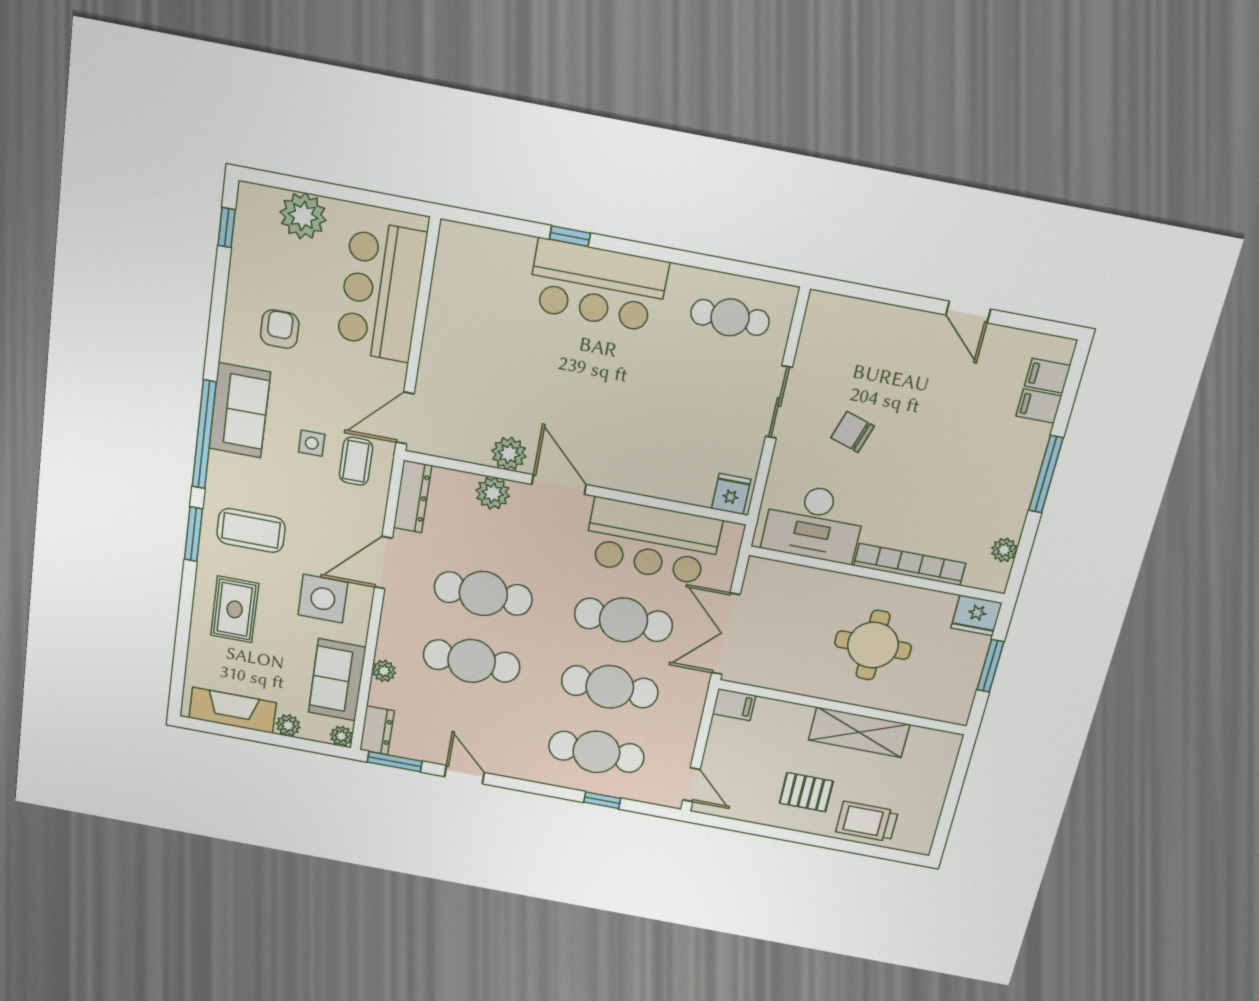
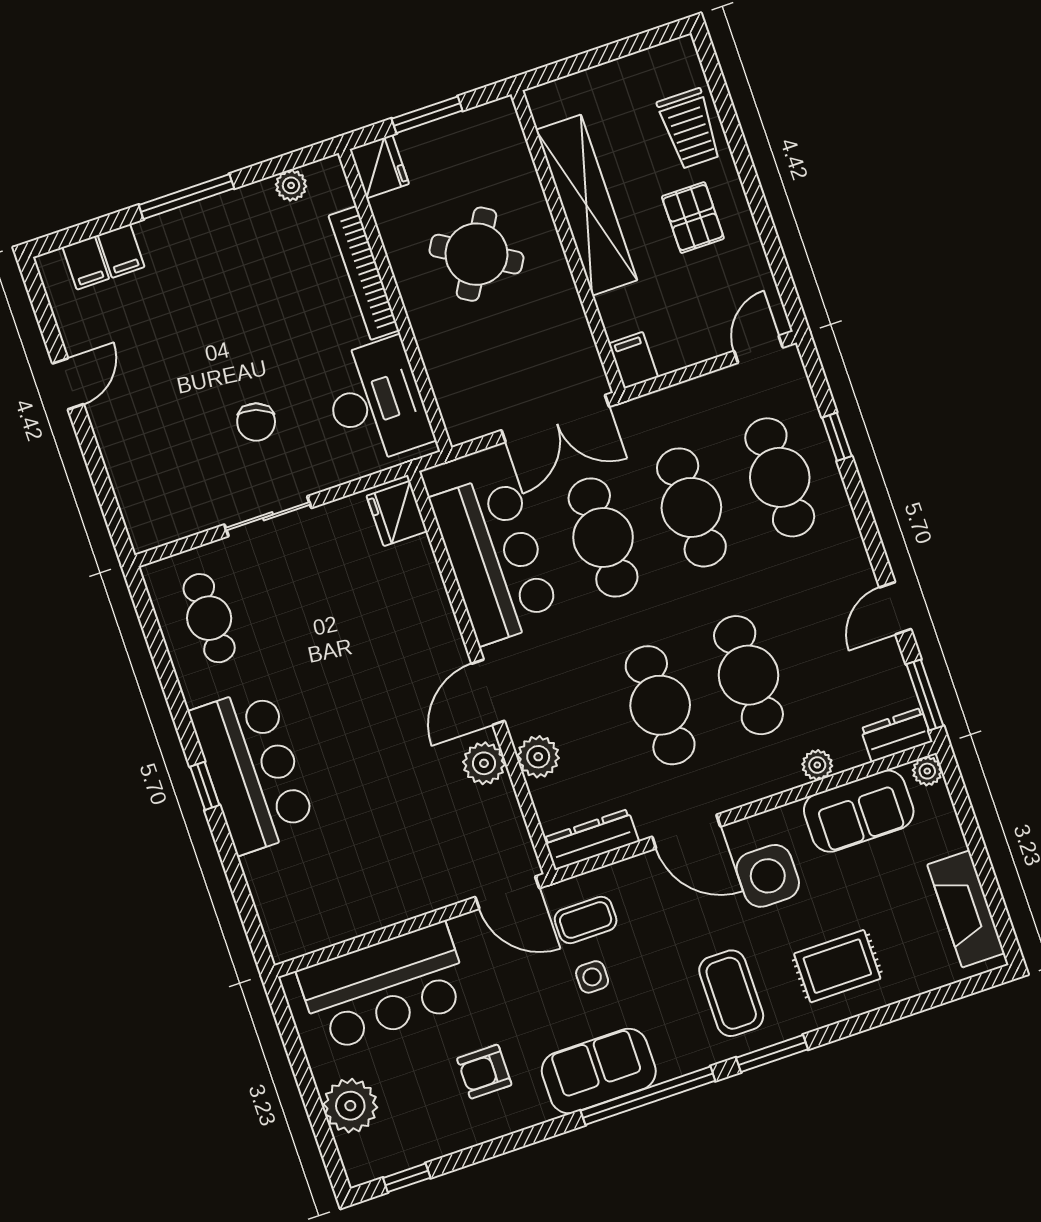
window: (570, 236) -> (205, 786), moved
fridge: (731, 494) -> (397, 513), width x1.38
round table: (873, 645) -> (476, 254), turned 31
plant: (288, 725) -> (949, 837), removed
shelving: (859, 732) -> (587, 205), width x1.47

